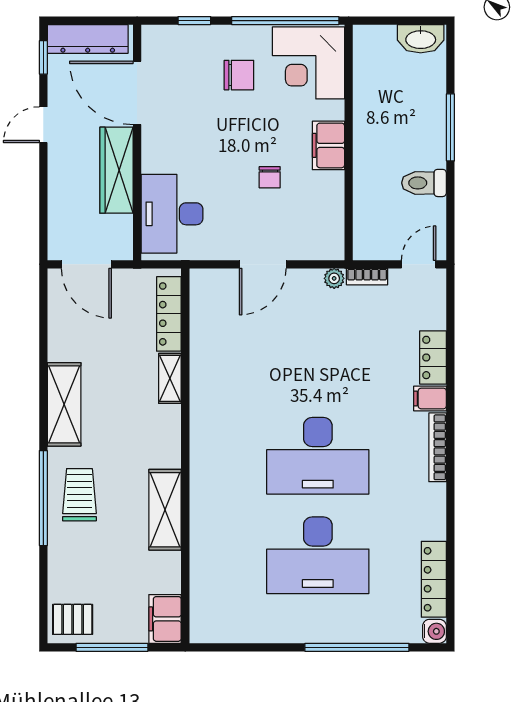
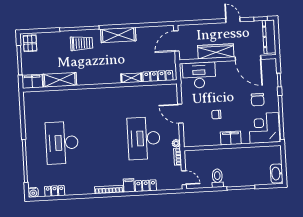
door: (137, 93) -> (248, 58), swing flipped
desk: (318, 456) -> (144, 138), moved
shelving: (165, 510) -> (60, 80), moved
locker: (434, 579) -> (55, 191), width x0.66

